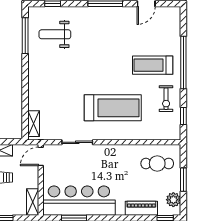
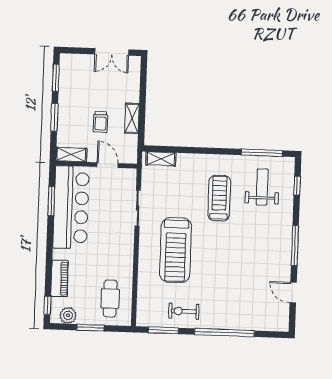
treadmill: (153, 65) -> (219, 198), moved
window: (183, 116) -> (163, 330), width x1.50
door: (41, 156) -> (107, 165), moved

